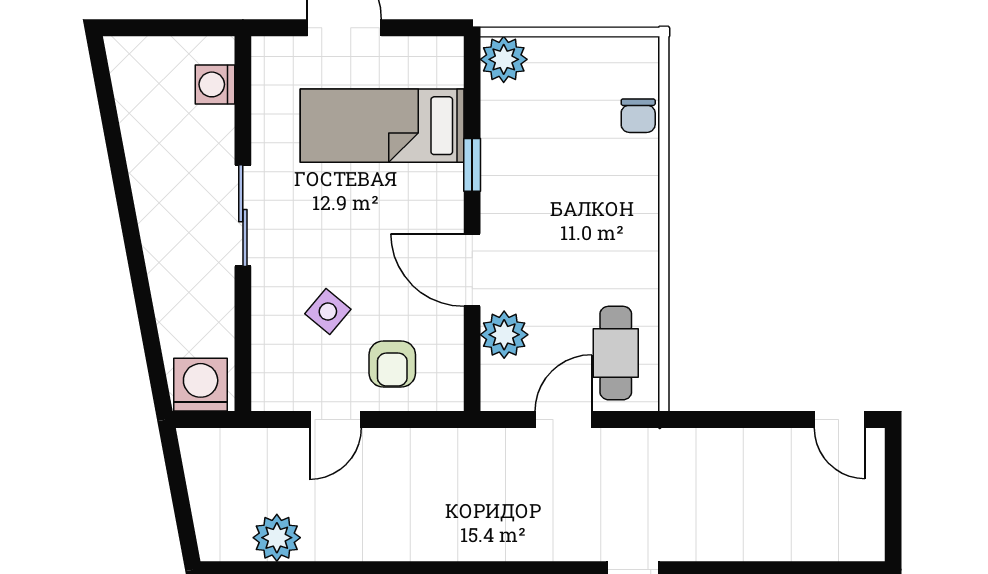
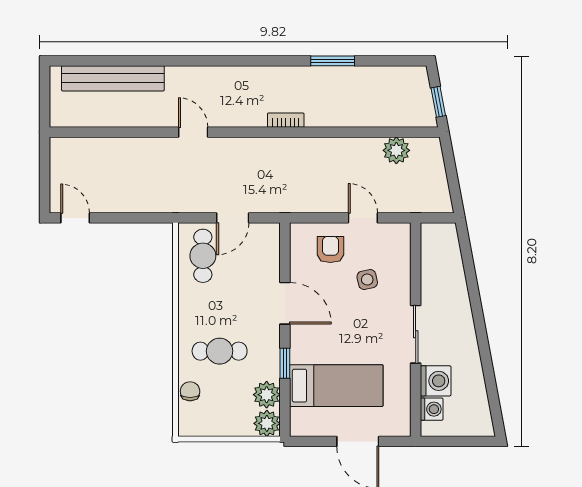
cafe table: (586, 186) -> (220, 351), added
side table: (328, 312) -> (367, 279), turned 38
plant: (504, 335) -> (267, 395), moved
washing machine: (201, 385) -> (436, 381), moved, turned -90
door: (335, 420) -> (363, 218), hinge flipped

